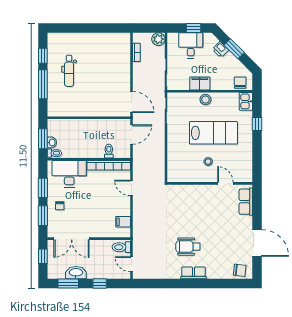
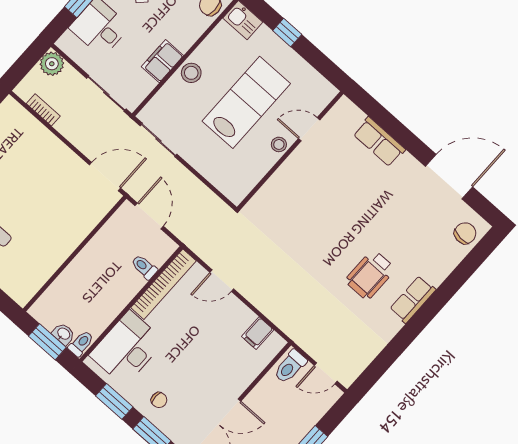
wall: (210, 183) -> (290, 151), moved
door: (225, 183) -> (309, 129), moved

